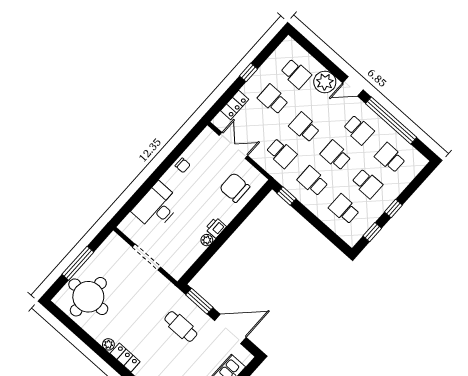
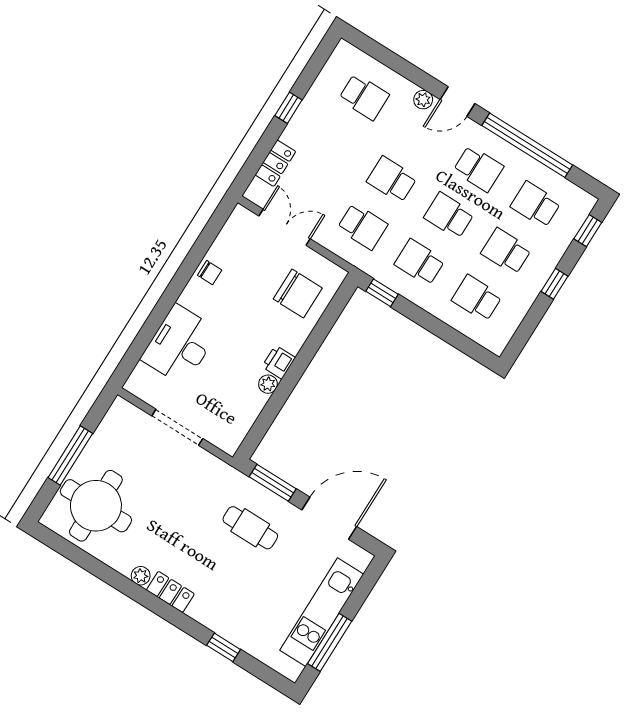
plant: (325, 82) -> (423, 100), width x0.53, depth x0.53
school desk: (273, 99) -> (335, 144), removed
school desk: (367, 183) -> (506, 251), turned 180
chair: (235, 188) -> (298, 294), turned 180
window: (372, 232) -> (588, 231), moved

